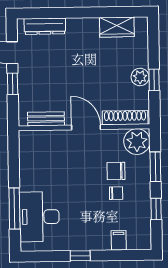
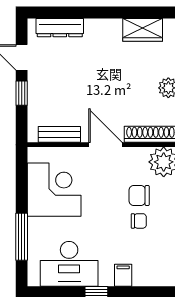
corner desk: (42, 167) -> (54, 190), added
desk: (39, 217) -> (69, 264), moved, turned -90
filing cabinet: (119, 240) -> (123, 275), moved

